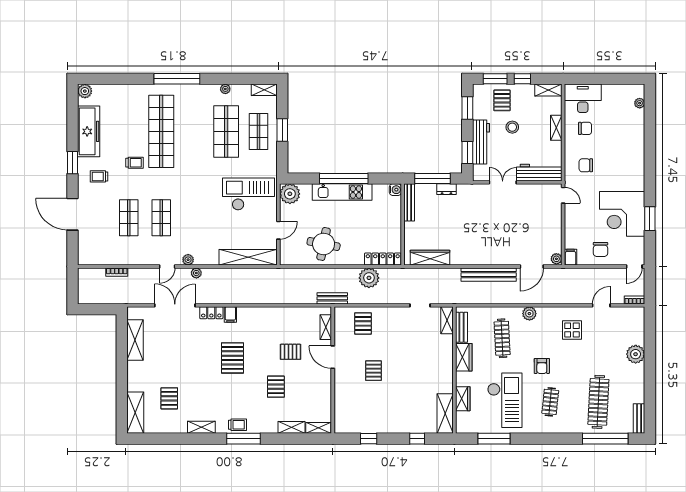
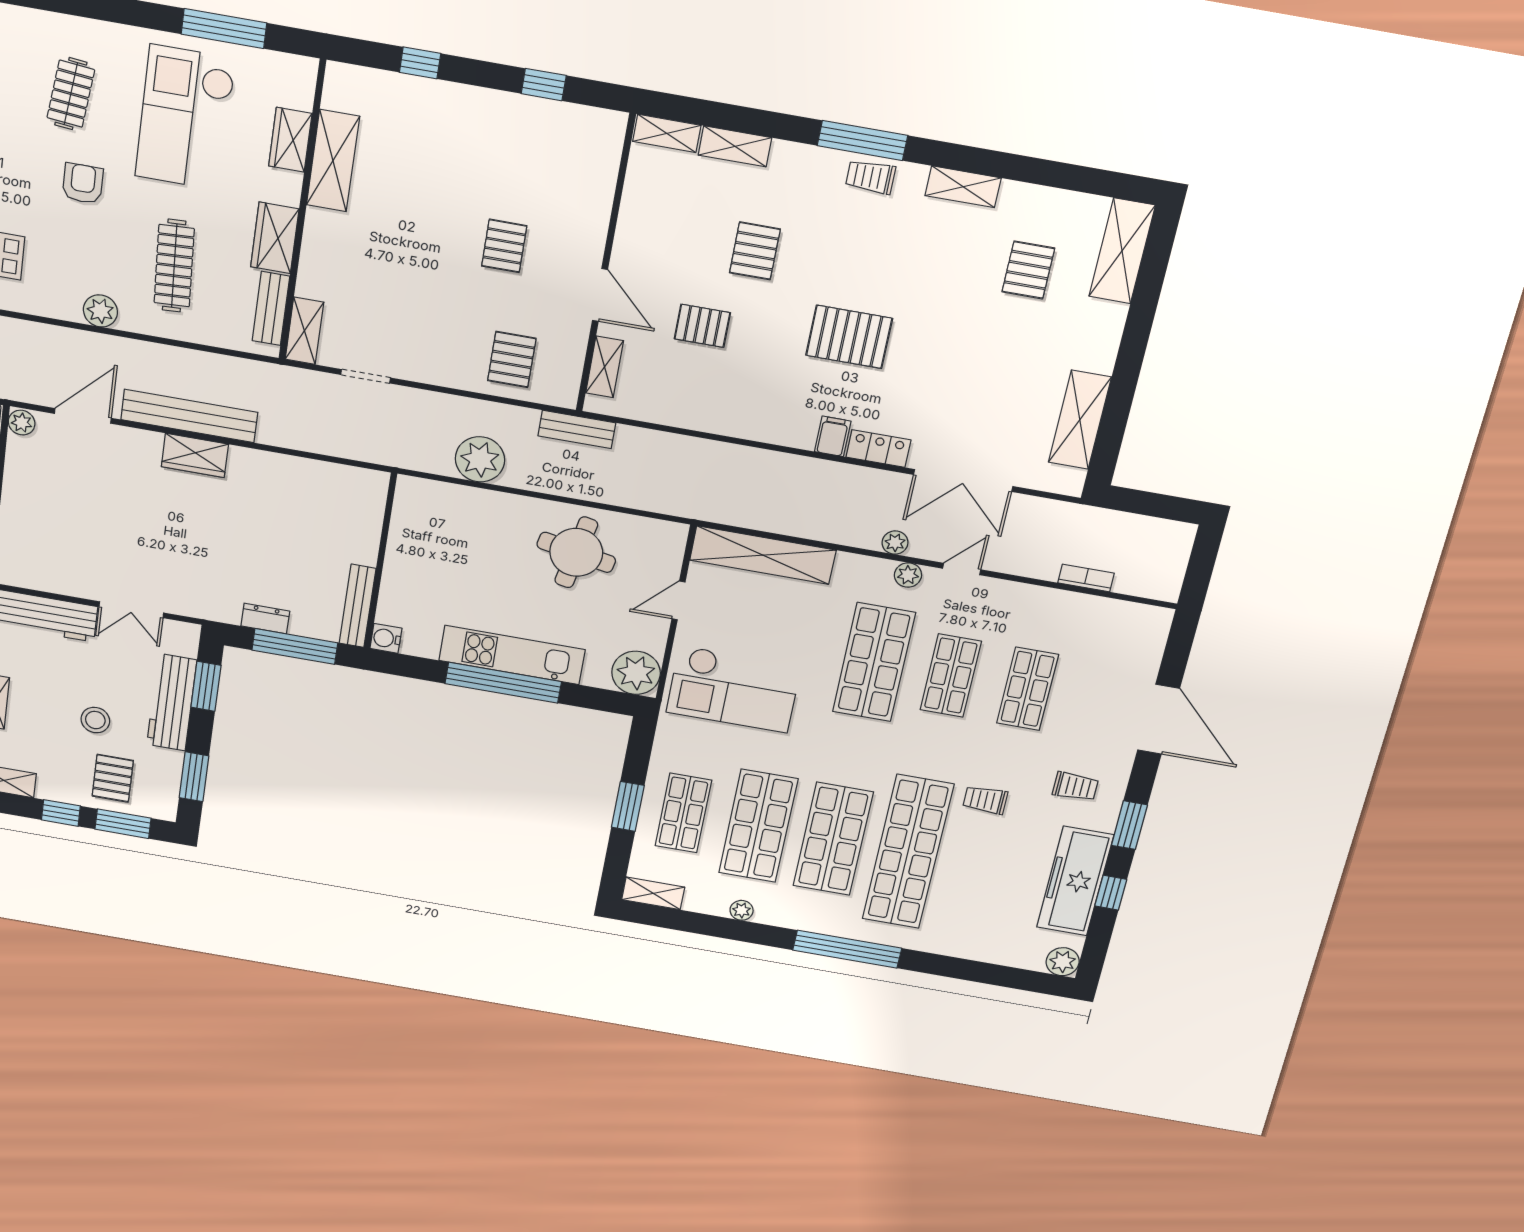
window: (73, 129) -> (1111, 893), added
shop shelf: (194, 131) -> (833, 839), added
shop shelf: (194, 218) -> (874, 662), added
wardrobe: (430, 258) -> (195, 455), moved, width x0.67
locker: (383, 259) -> (440, 495), removed
pallet: (232, 358) -> (849, 337), turned 90
shelving: (445, 414) -> (333, 161), moved

